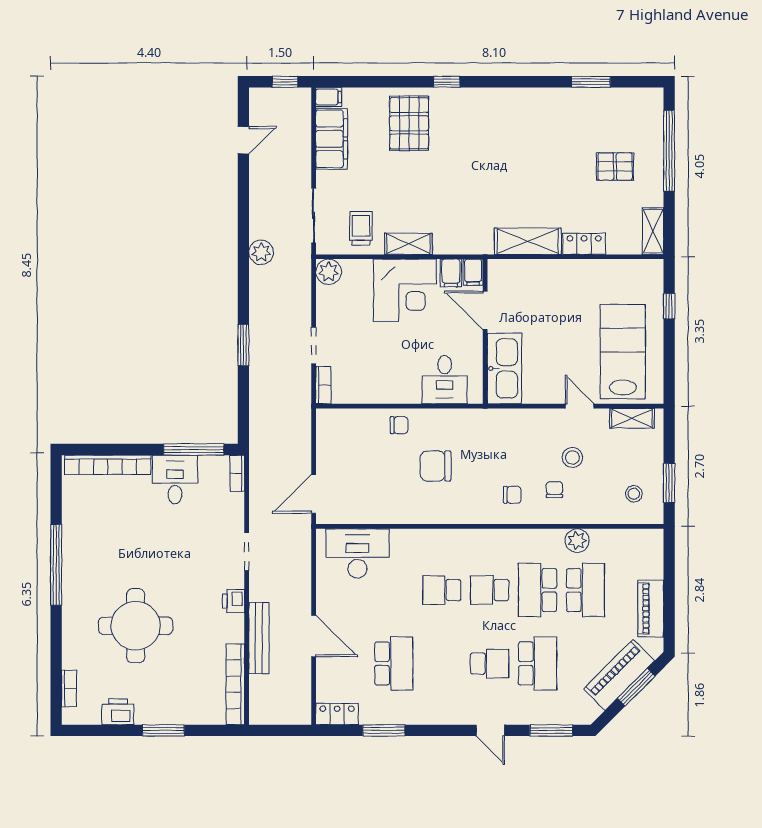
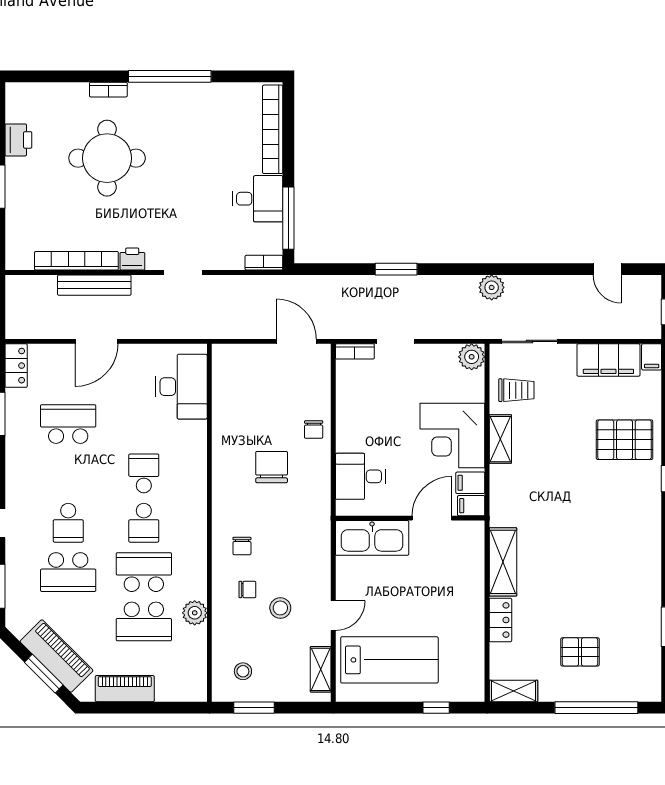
pallet: (615, 166) -> (580, 652), turned 90
door: (314, 494) -> (296, 341), moved
school desk: (490, 590) -> (144, 523), turned 180
school desk: (394, 663) -> (68, 424), turned 180
bookcase: (235, 684) -> (76, 261), moved
bookcase: (69, 689) -> (108, 90), moved

